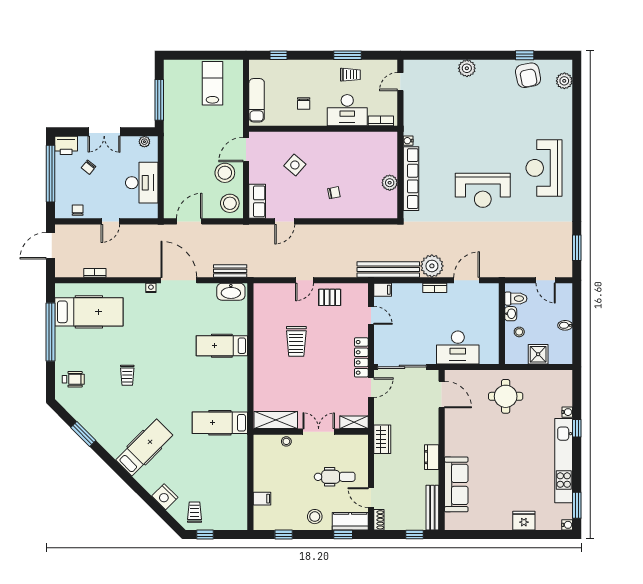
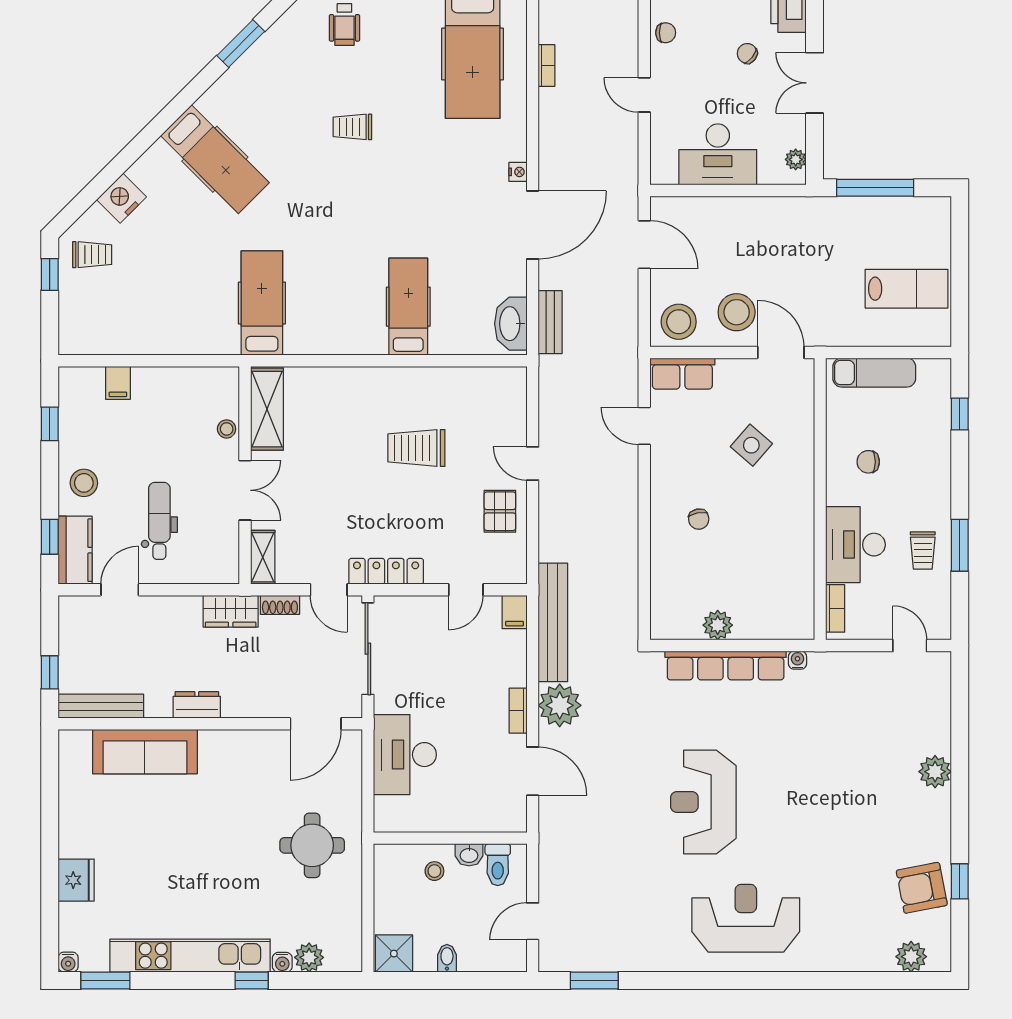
shower: (538, 354) -> (394, 954), moved
plant: (565, 398) -> (309, 957), added
dental chair: (335, 477) -> (159, 521), turned 180
shoe rack: (379, 520) -> (280, 605), moved

